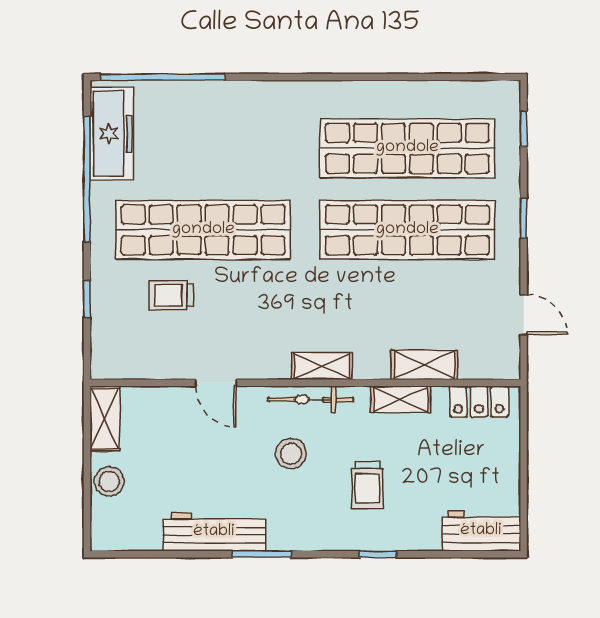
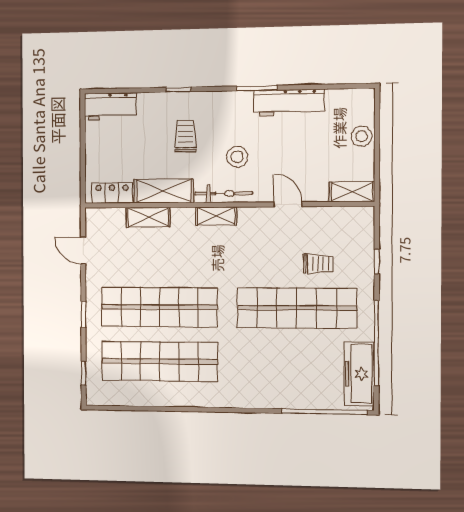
shelving: (401, 399) -> (164, 191), width x1.50, depth x1.33
shelving: (105, 419) -> (352, 192), moved, turned 90

